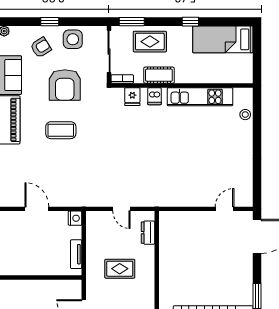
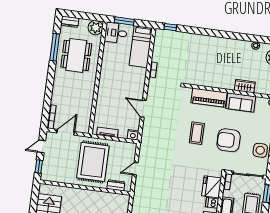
armchair: (41, 47) -> (257, 127), removed
fridge: (132, 97) -> (212, 187), width x1.88, depth x1.34
door: (37, 209) -> (143, 109), swing flipped
rug: (120, 269) -> (93, 162), width x1.86, depth x2.06

